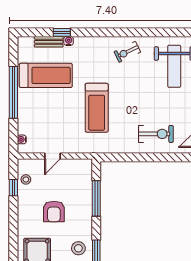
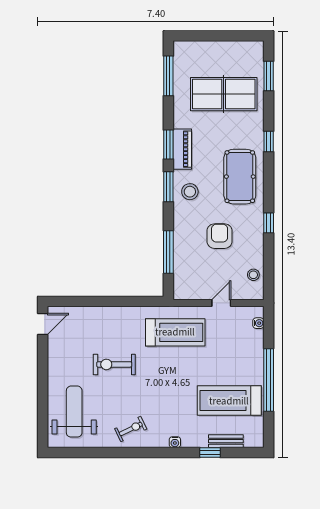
water cooler: (69, 41) -> (175, 442), moved
treadmill: (97, 108) -> (175, 332), moved, turned 90
exercise bike: (156, 134) -> (114, 364), moved
window: (13, 188) -> (269, 223), moved

